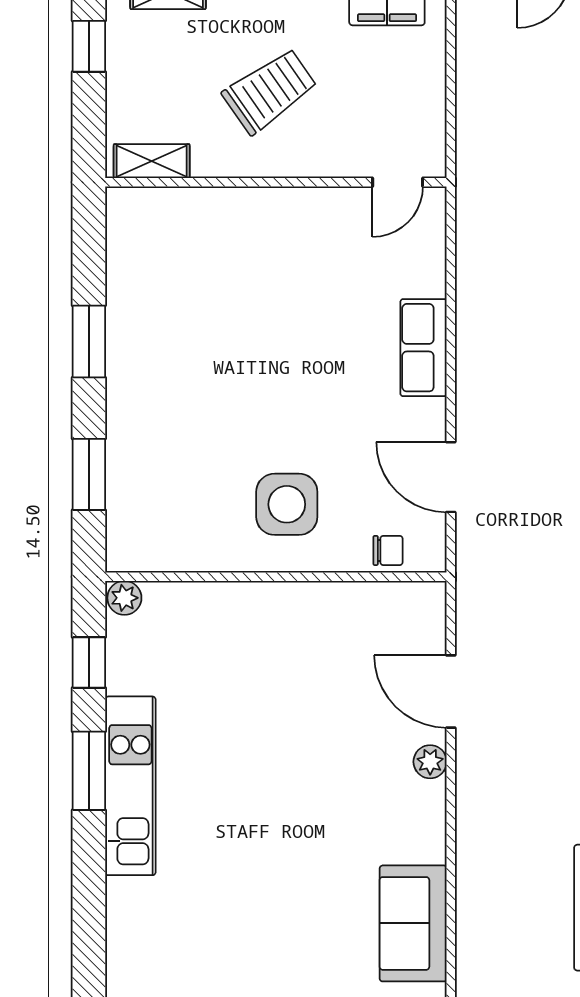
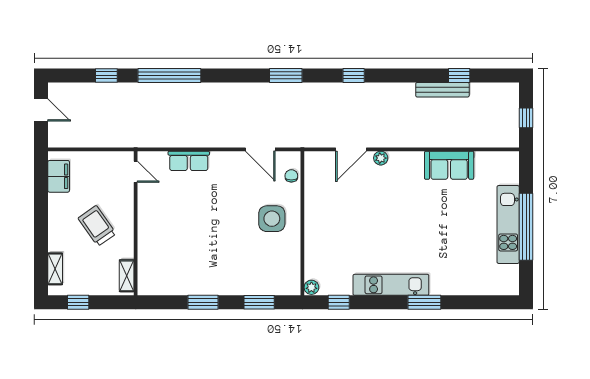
row of seats: (423, 348) -> (189, 161), moved
door: (451, 477) -> (260, 149), hinge flipped
window: (89, 771) -> (424, 302), moved

